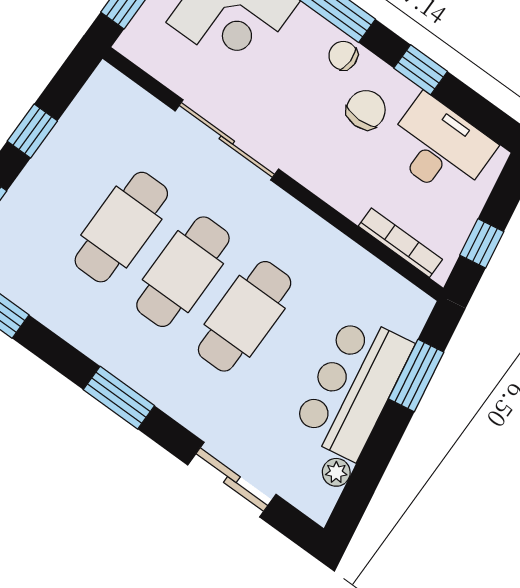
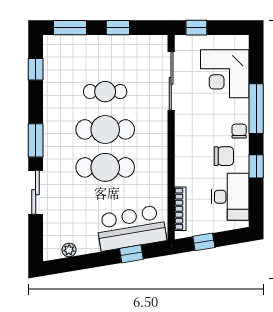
sliding door: (227, 140) -> (171, 81), moved
cafe table: (121, 227) -> (105, 92), width x0.73, depth x0.74
window: (416, 375) -> (131, 254), width x0.67
bar counter: (353, 387) -> (131, 228), moved
sliding door: (232, 480) -> (36, 192), moved

